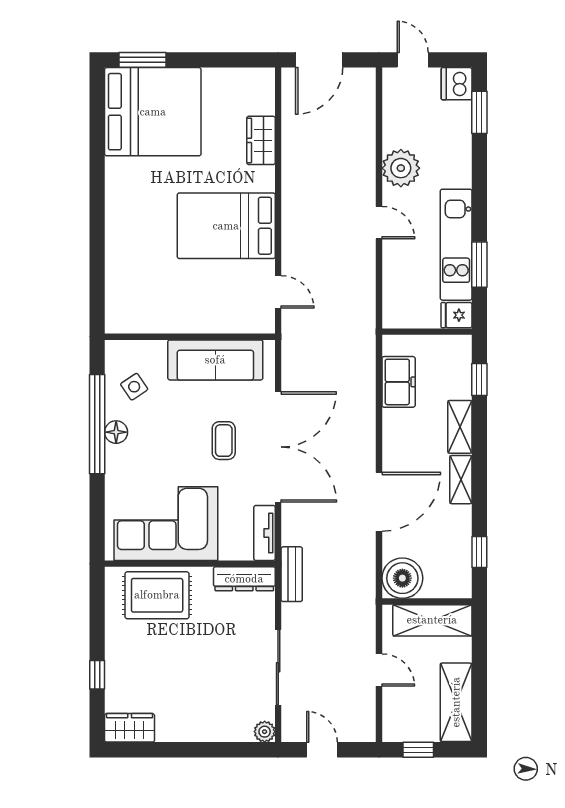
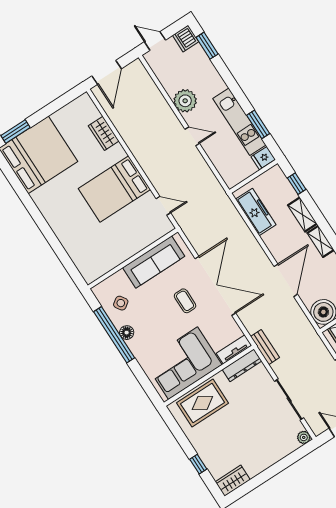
freezer: (399, 382) -> (256, 212), width x1.40
tv unit: (265, 533) -> (234, 349), moved, turned 90

